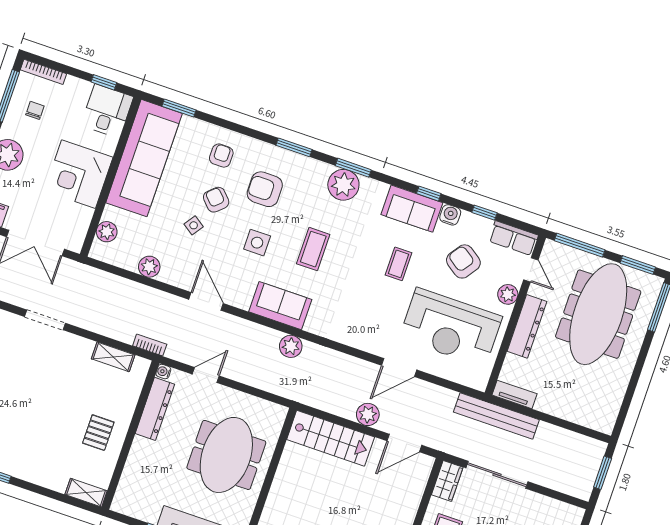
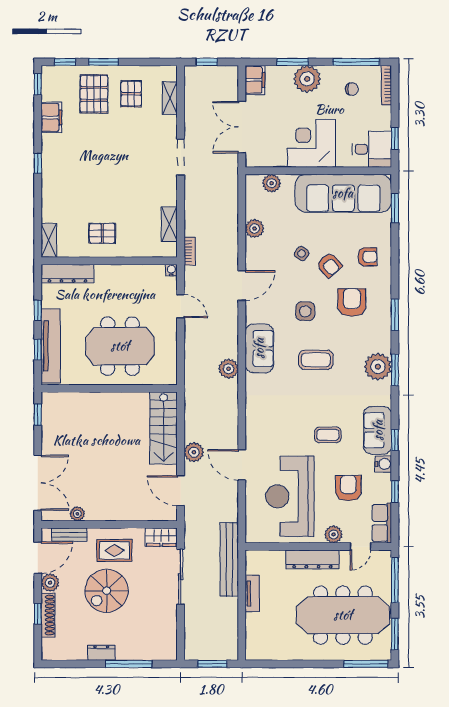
armchair: (216, 200) -> (329, 265), turned 92
armchair: (463, 261) -> (348, 488), turned -35
tv unit: (514, 394) -> (252, 593), moved
dresser: (155, 409) -> (67, 274), moved

